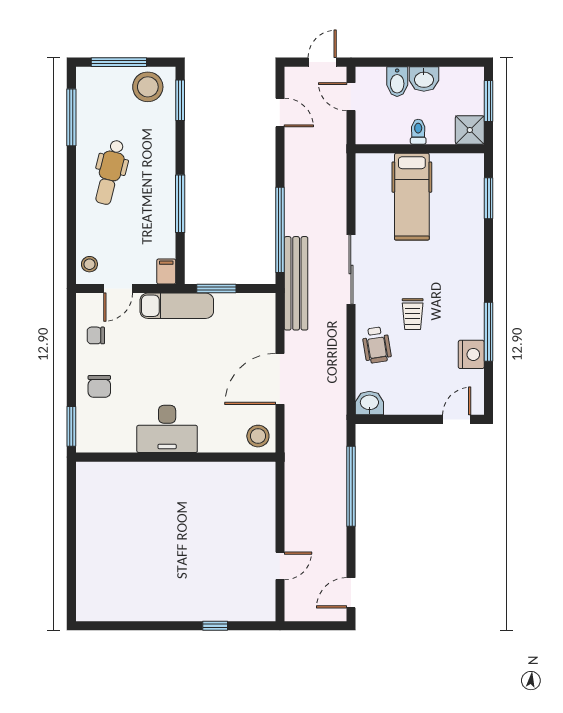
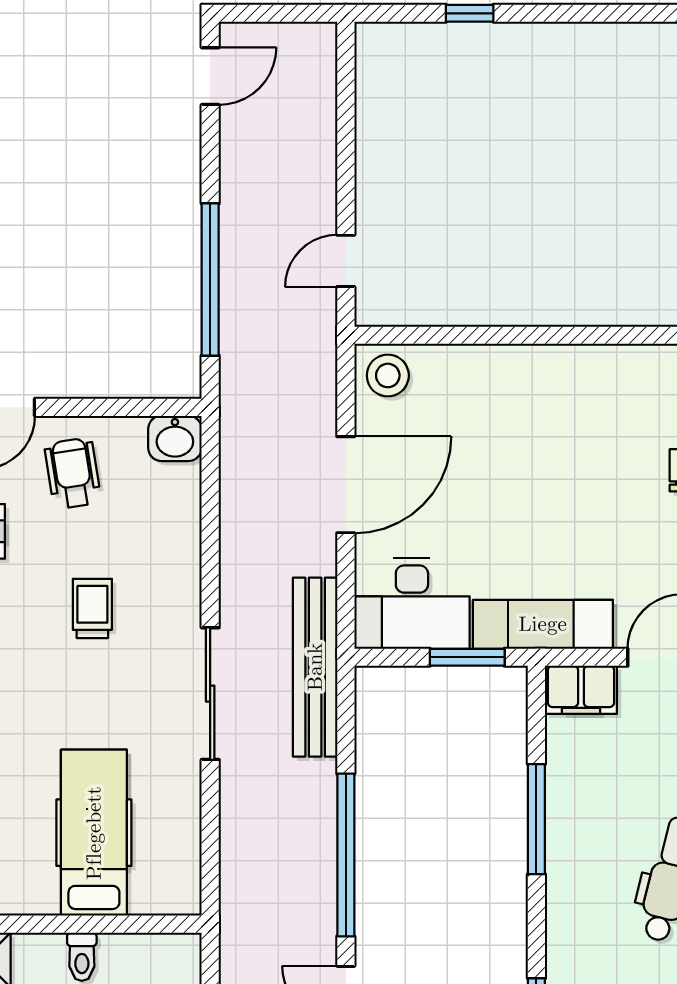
window: (280, 230) -> (346, 855), moved
filing cabinet: (166, 271) -> (581, 690), width x2.00
wheelchair: (377, 345) -> (73, 473), moved
desk: (167, 429) -> (412, 604), moved, turned 180
door: (280, 566) -> (346, 261), moved

